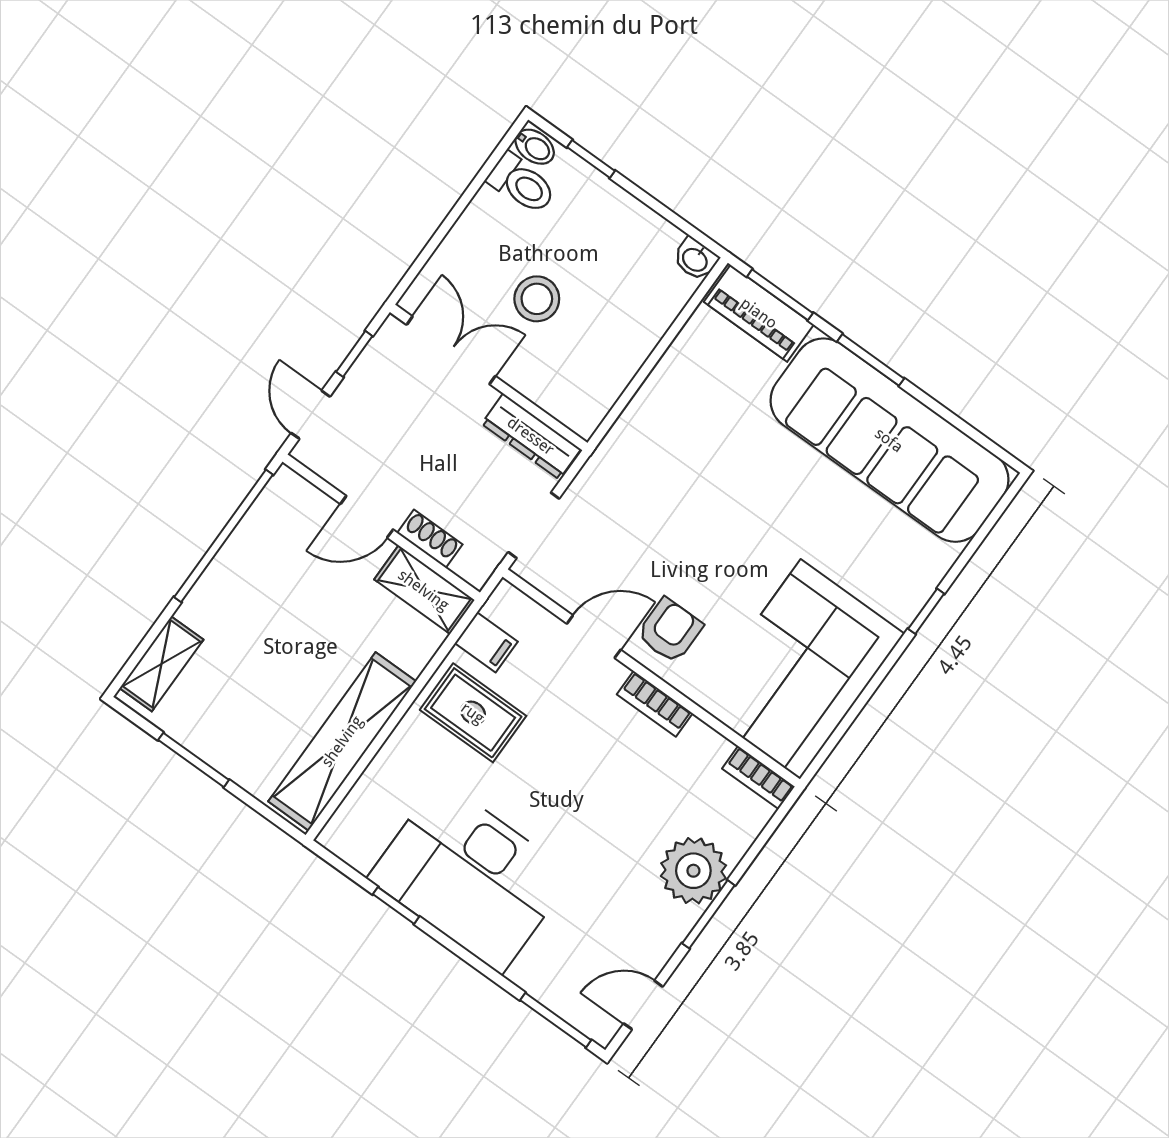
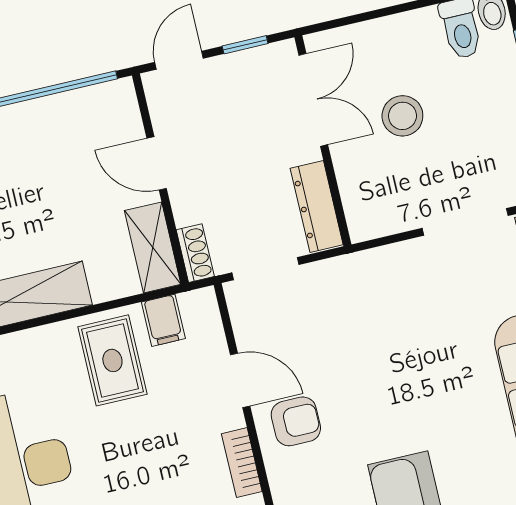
doorway: (666, 342) -> (465, 222), added
shoe rack: (430, 539) -> (195, 253), moved

